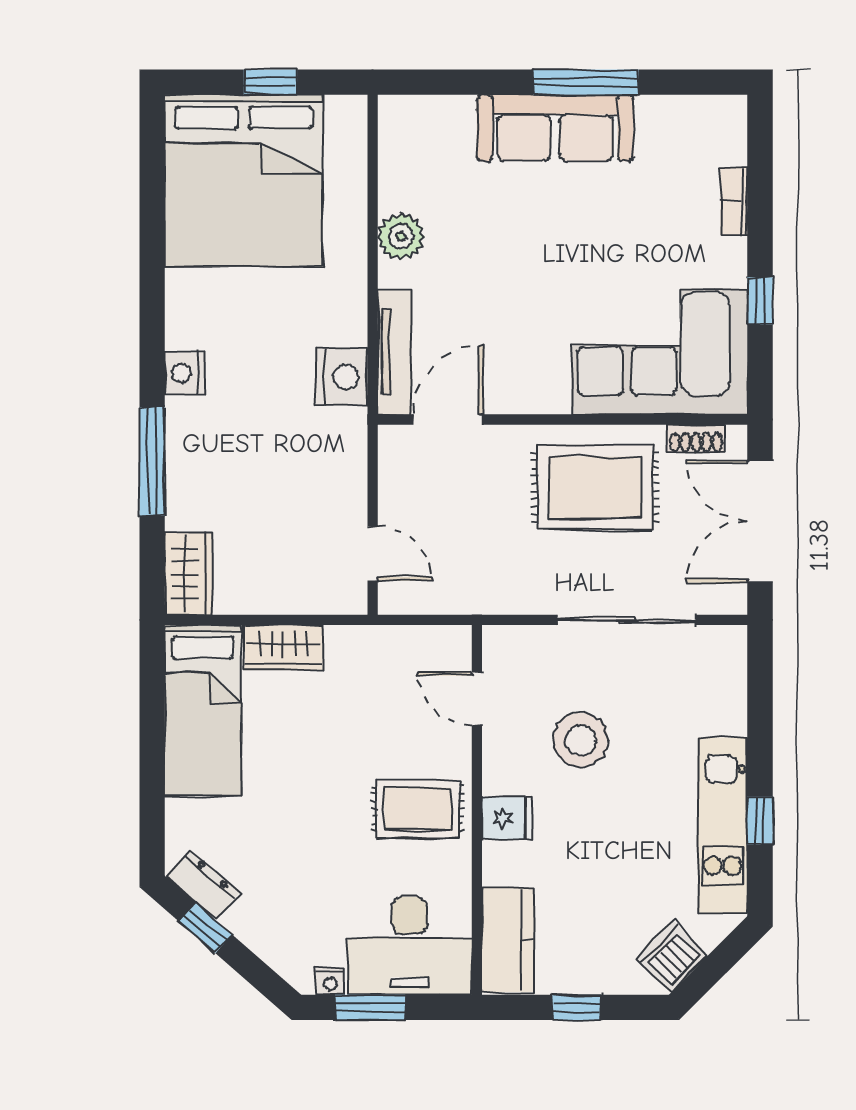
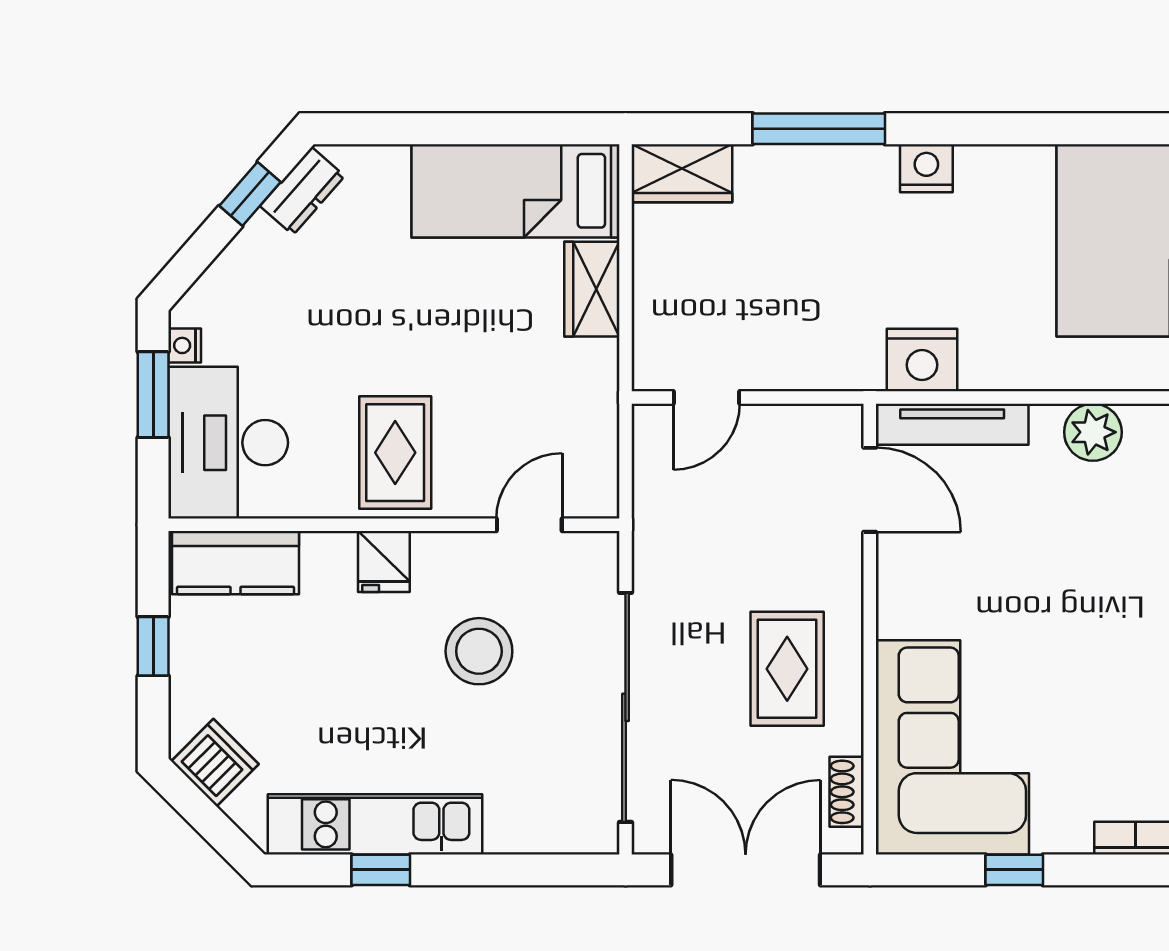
rug: (595, 487) -> (787, 669), width x0.73, depth x0.70
sliding door: (627, 620) -> (626, 707), width x1.36

